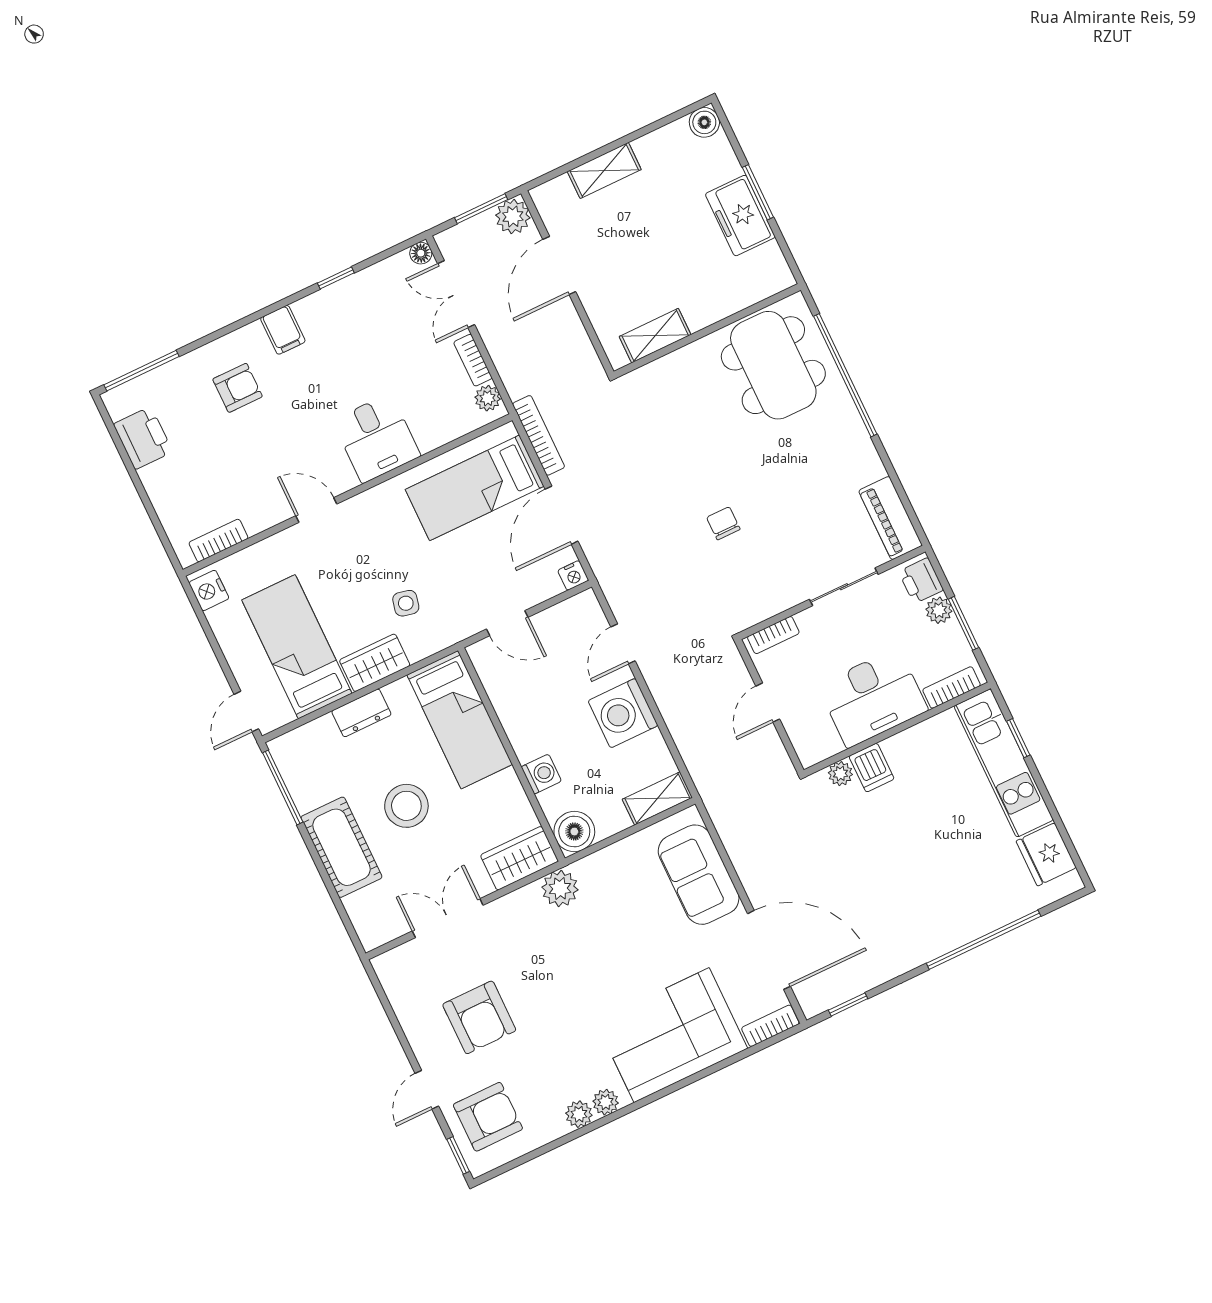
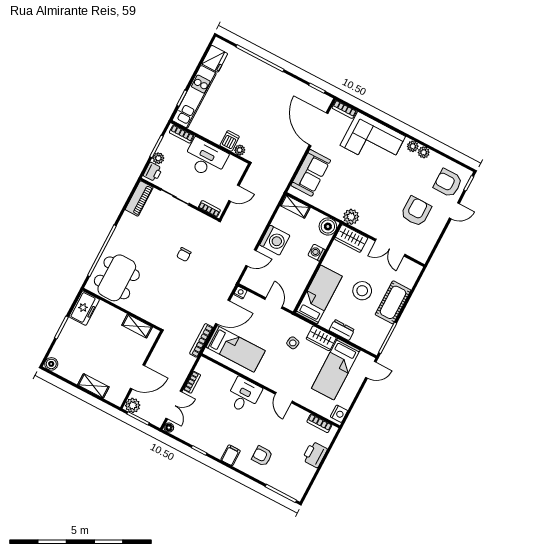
freezer: (740, 216) -> (84, 308), moved
plant: (488, 398) -> (201, 367), removed
printer: (143, 438) -> (315, 454), moved

